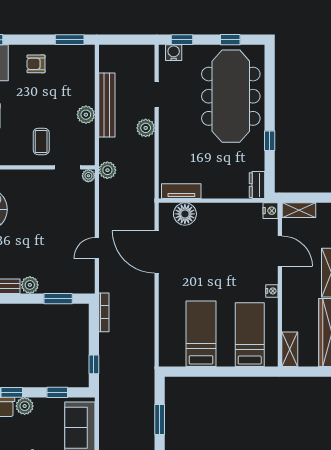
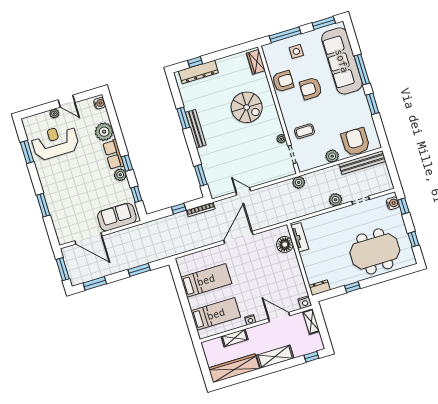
window: (70, 40) -> (372, 104), moved
armchair: (36, 64) -> (356, 142), moved, width x1.88, depth x1.88
meeting table: (231, 96) -> (375, 251), width x0.73
bench: (107, 105) -> (362, 163), moved
plant: (88, 176) -> (281, 139), moved
door: (280, 251) -> (279, 317), swing flipped
door: (157, 252) -> (238, 238), moved
plant: (30, 285) -> (204, 153), removed
shelving: (290, 349) -> (235, 338), moved
window: (94, 364) -> (179, 209), moved

